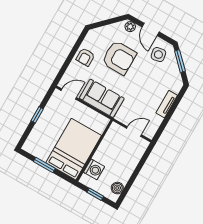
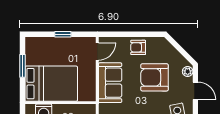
door: (151, 29) -> (195, 91), swing flipped
armchair: (119, 58) -> (155, 77), turned 90
door: (69, 94) -> (97, 51), hinge flipped

